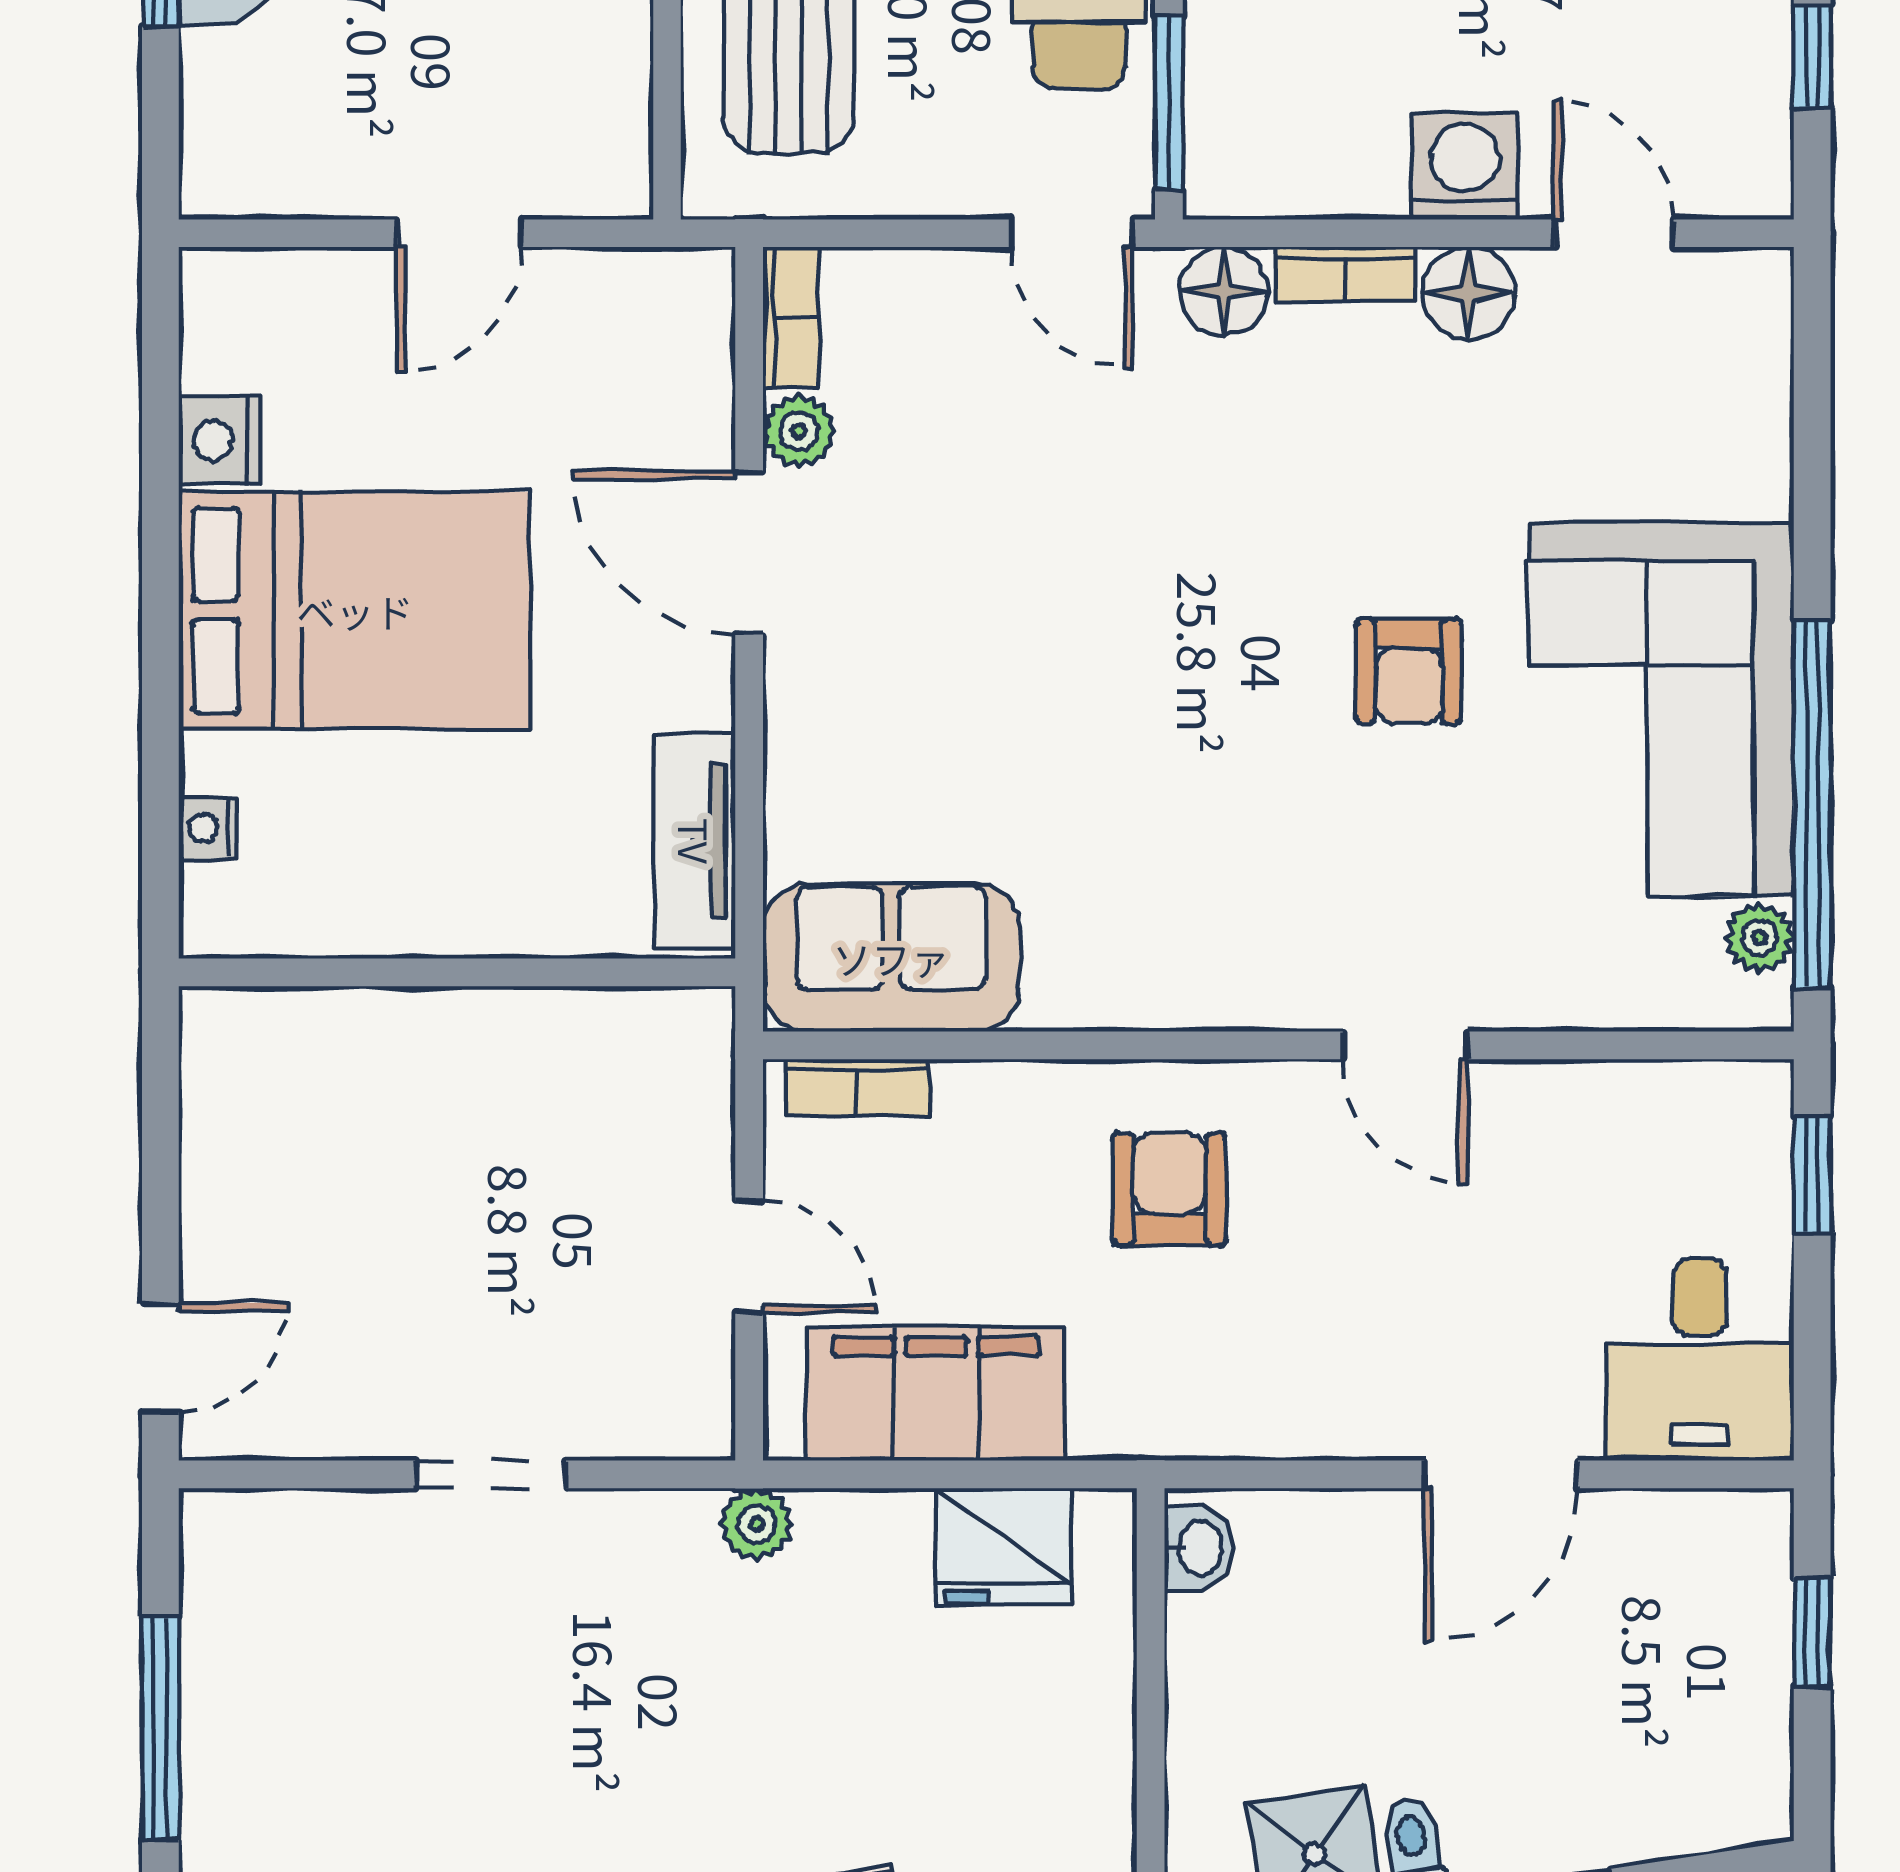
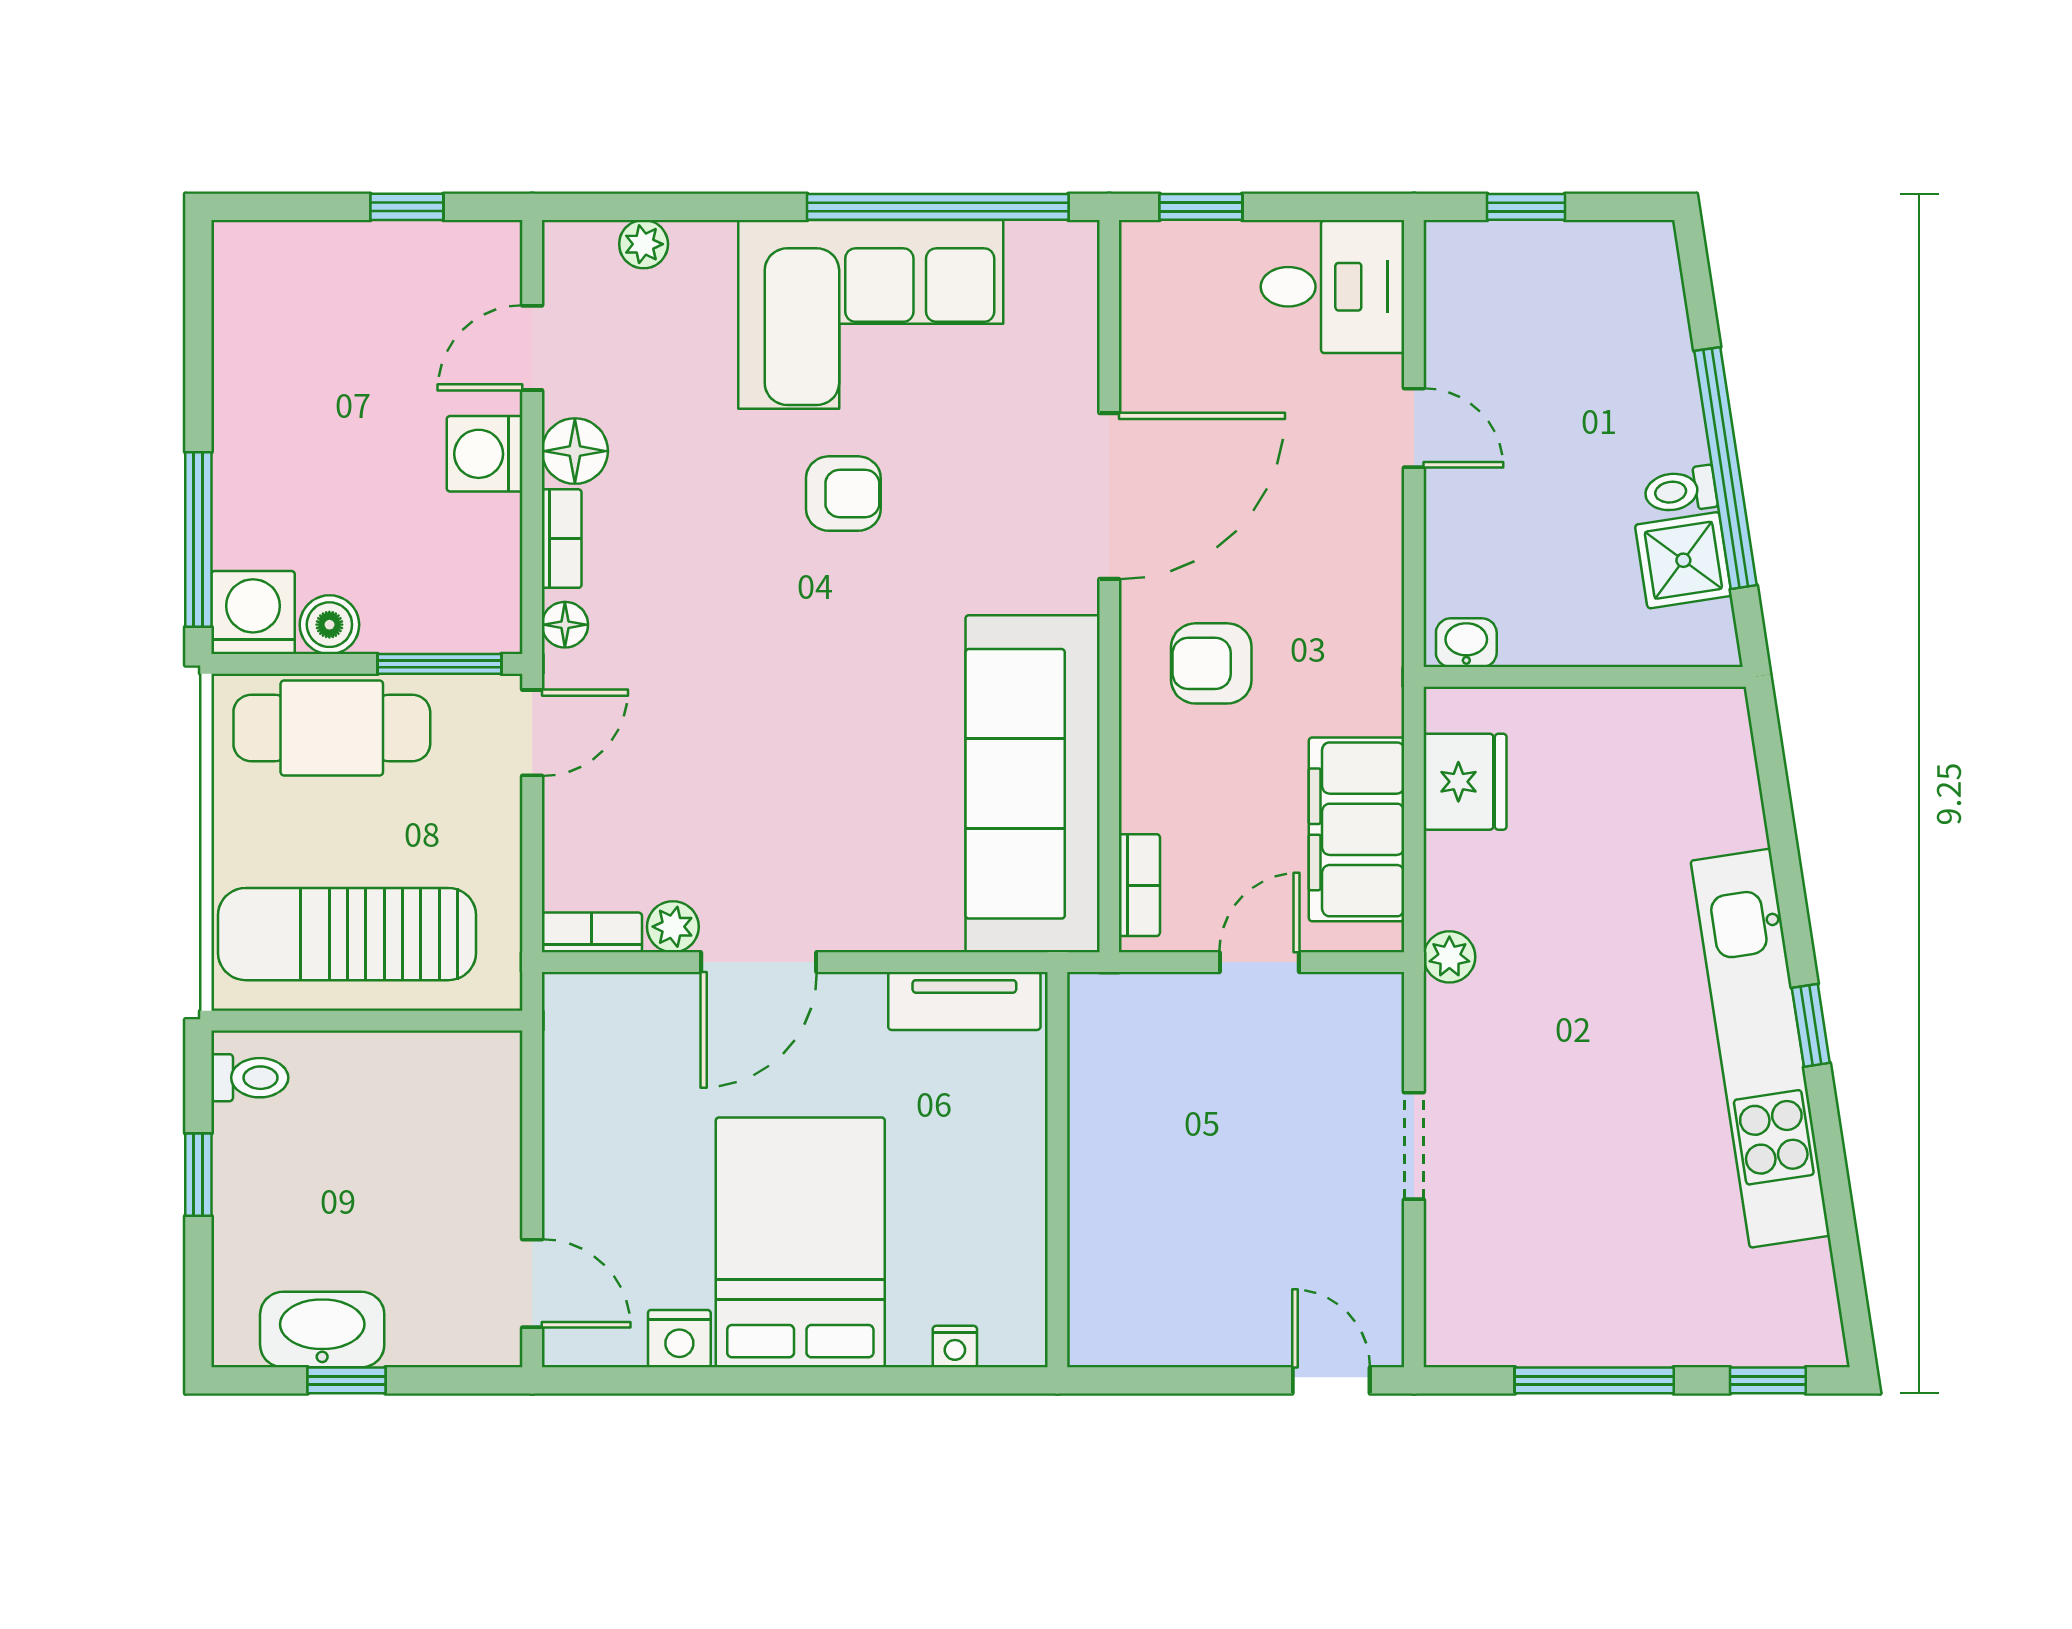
door: (460, 233) -> (532, 1283), moved
floor lamp: (1224, 291) -> (565, 625), width x0.73, depth x0.73
plant: (1760, 938) -> (644, 244), moved
sofa: (891, 958) -> (1033, 784), width x1.85, depth x1.27
door: (1405, 1045) -> (1109, 496), width x1.87
door: (1501, 1474) -> (1414, 428), width x0.73

